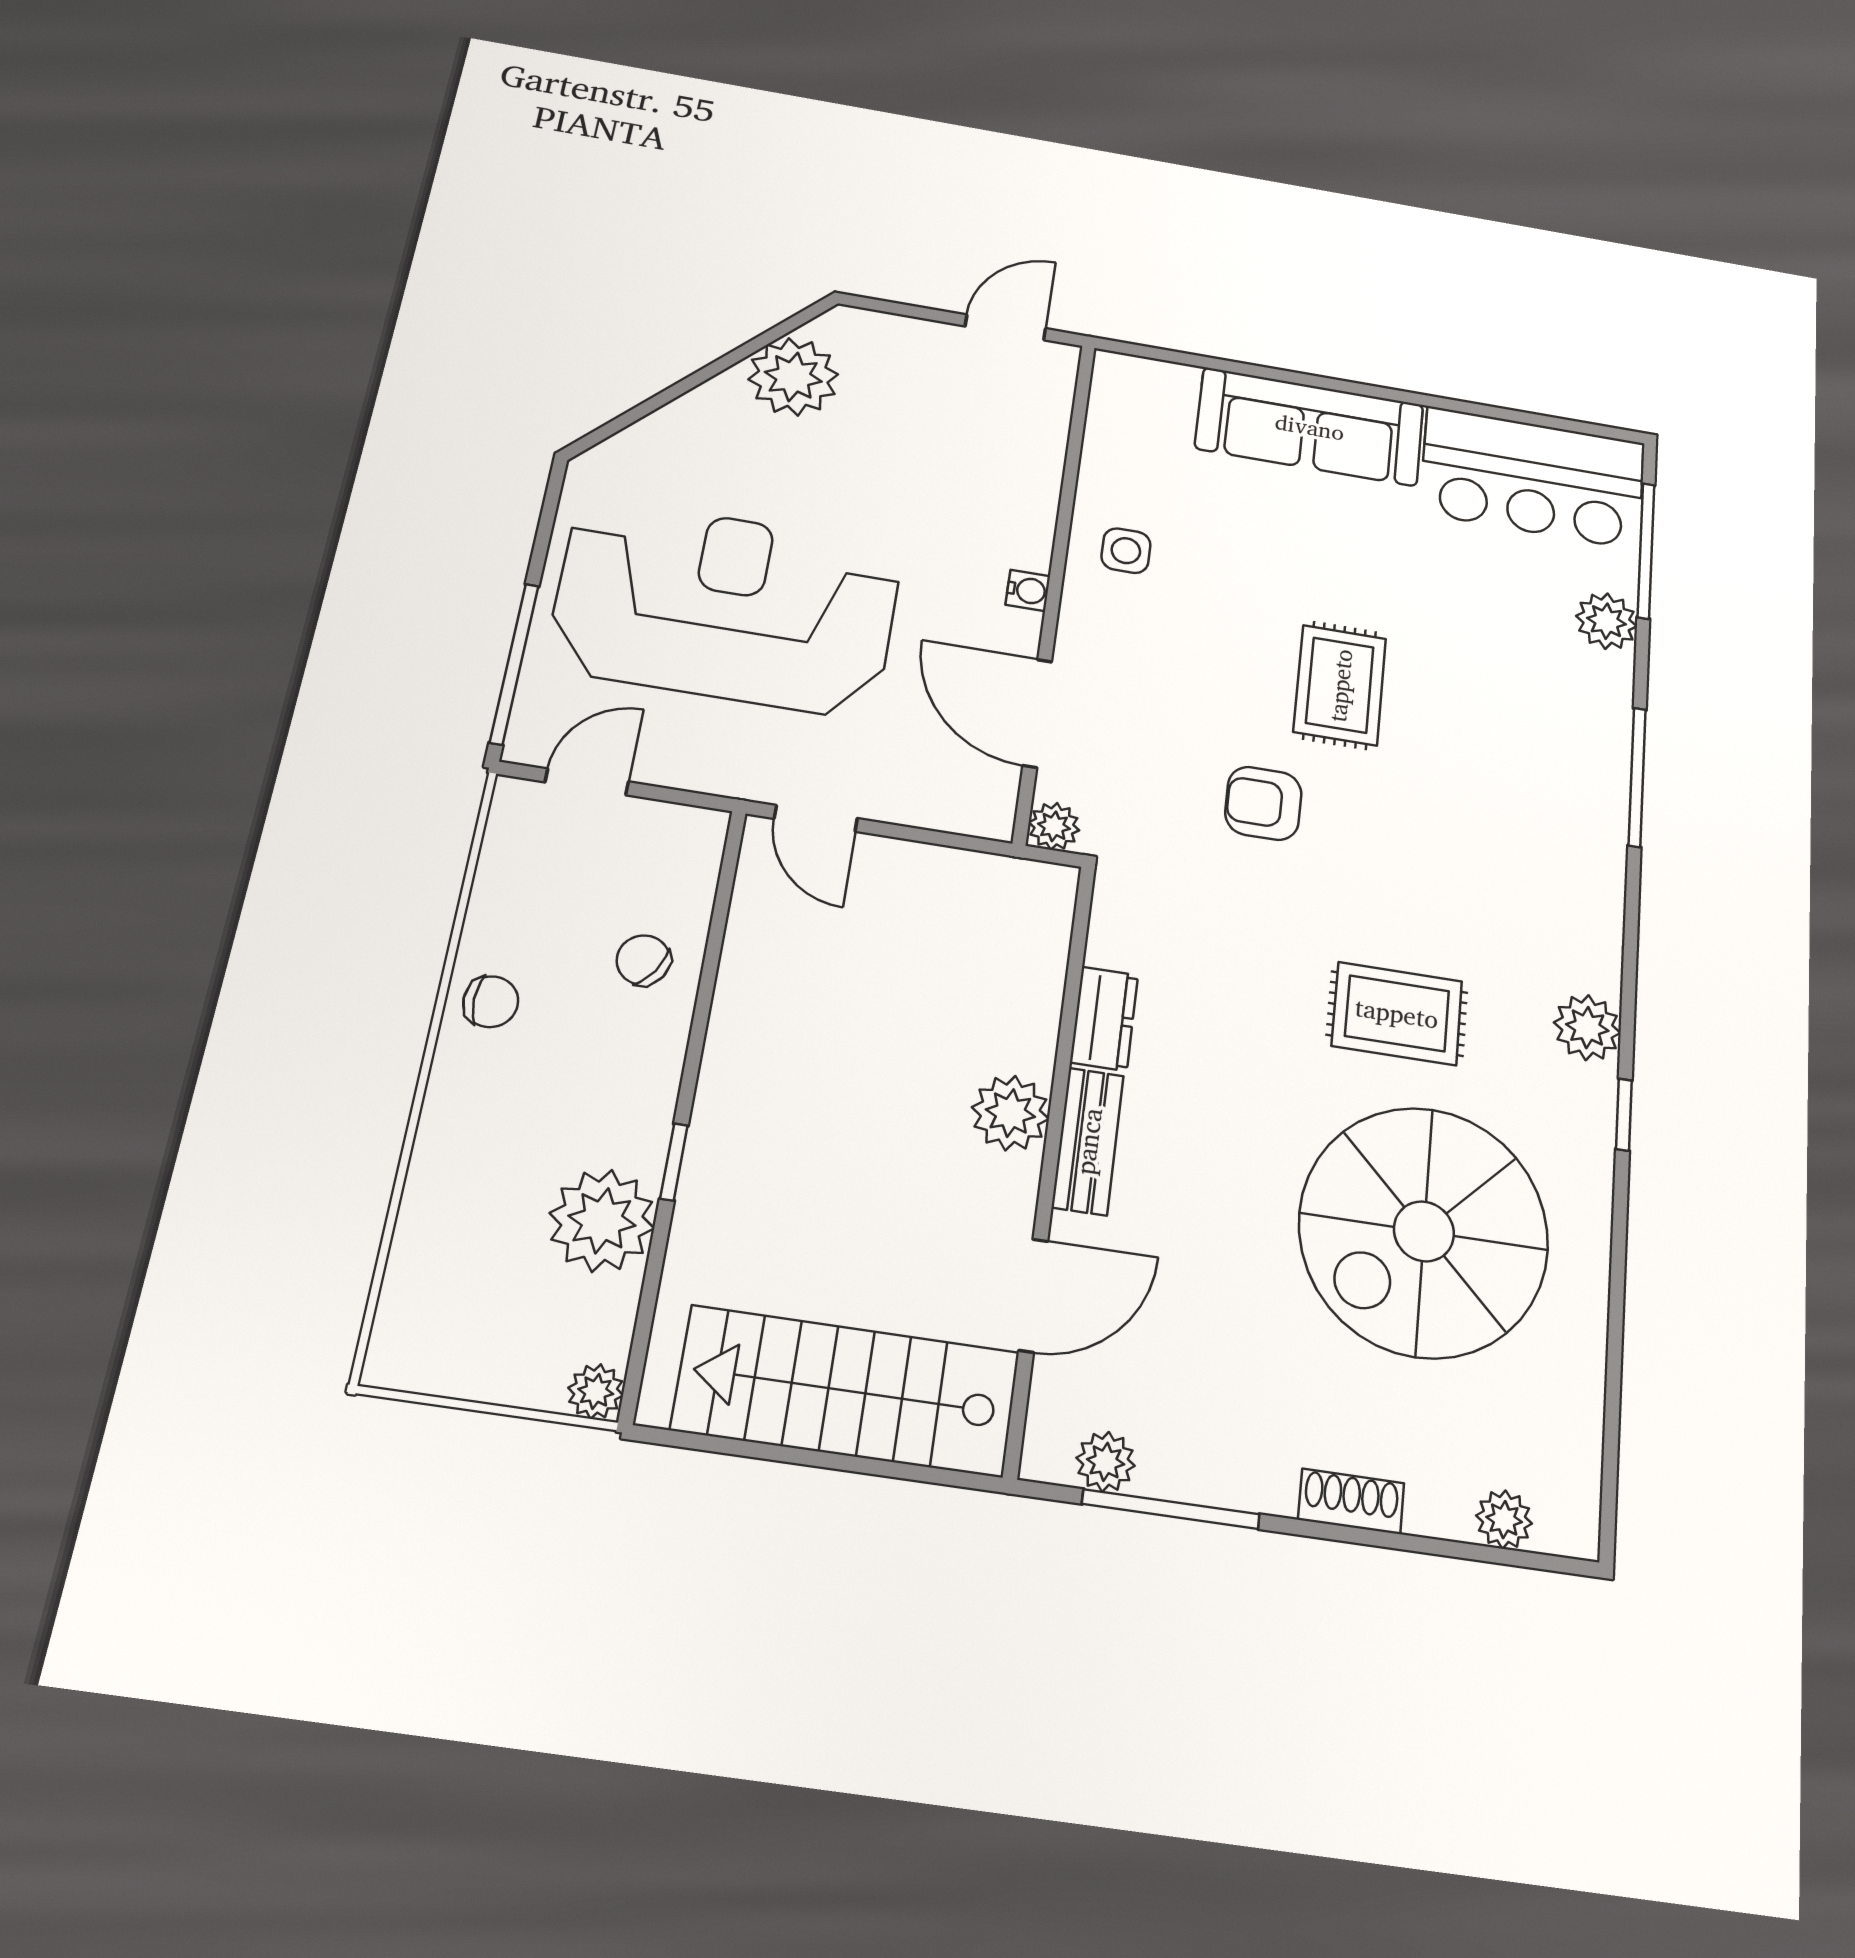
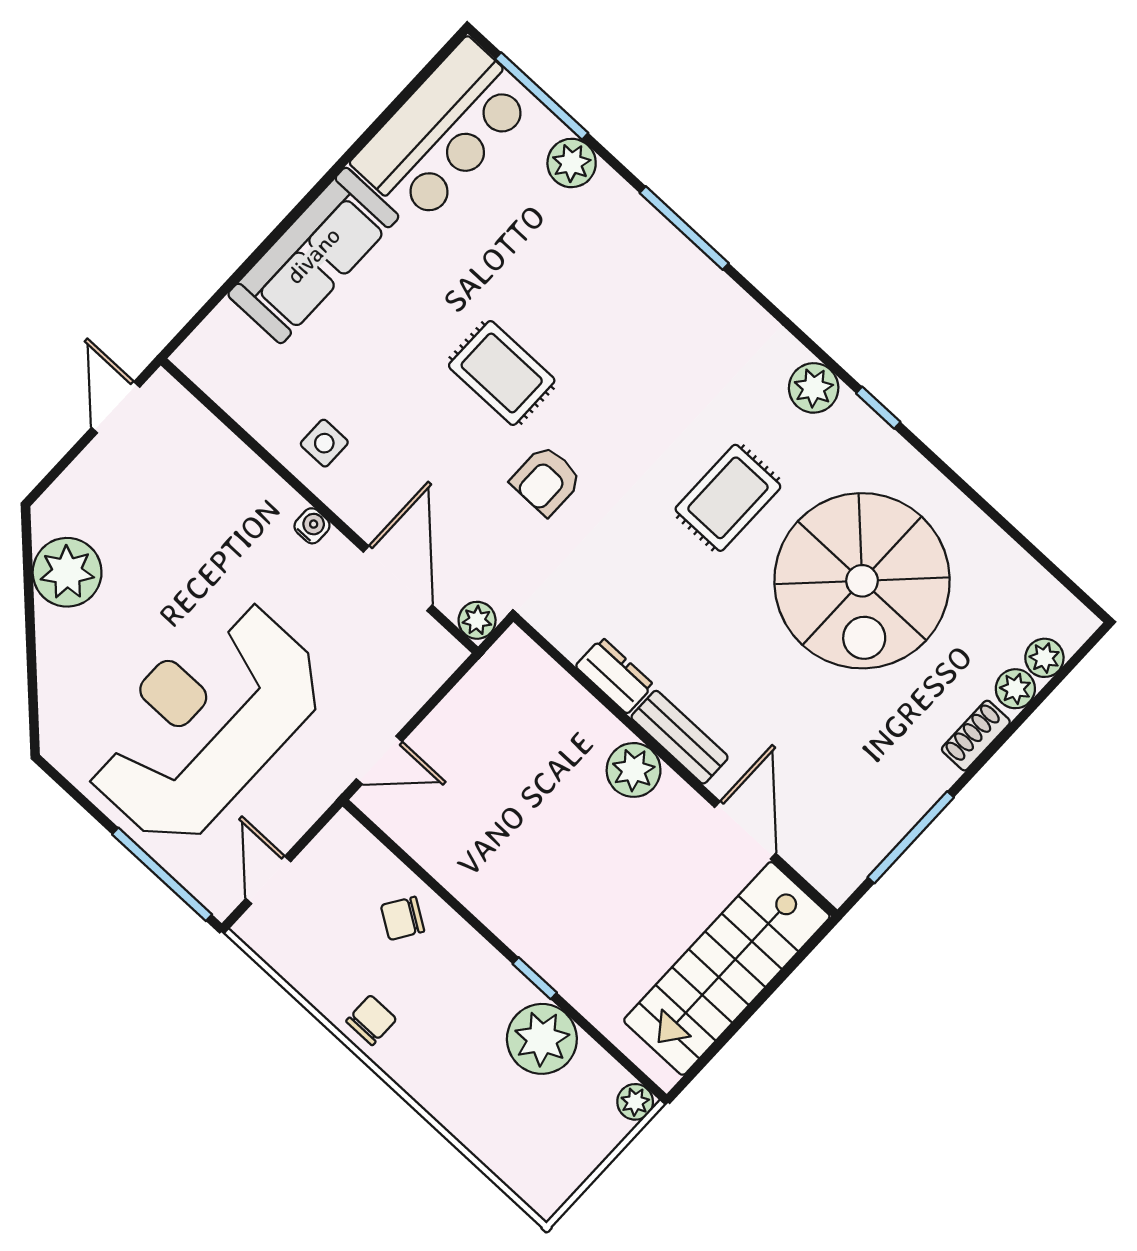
door: (1037, 713) -> (398, 578), swing flipped
plant: (1106, 1462) -> (1015, 689), moved

